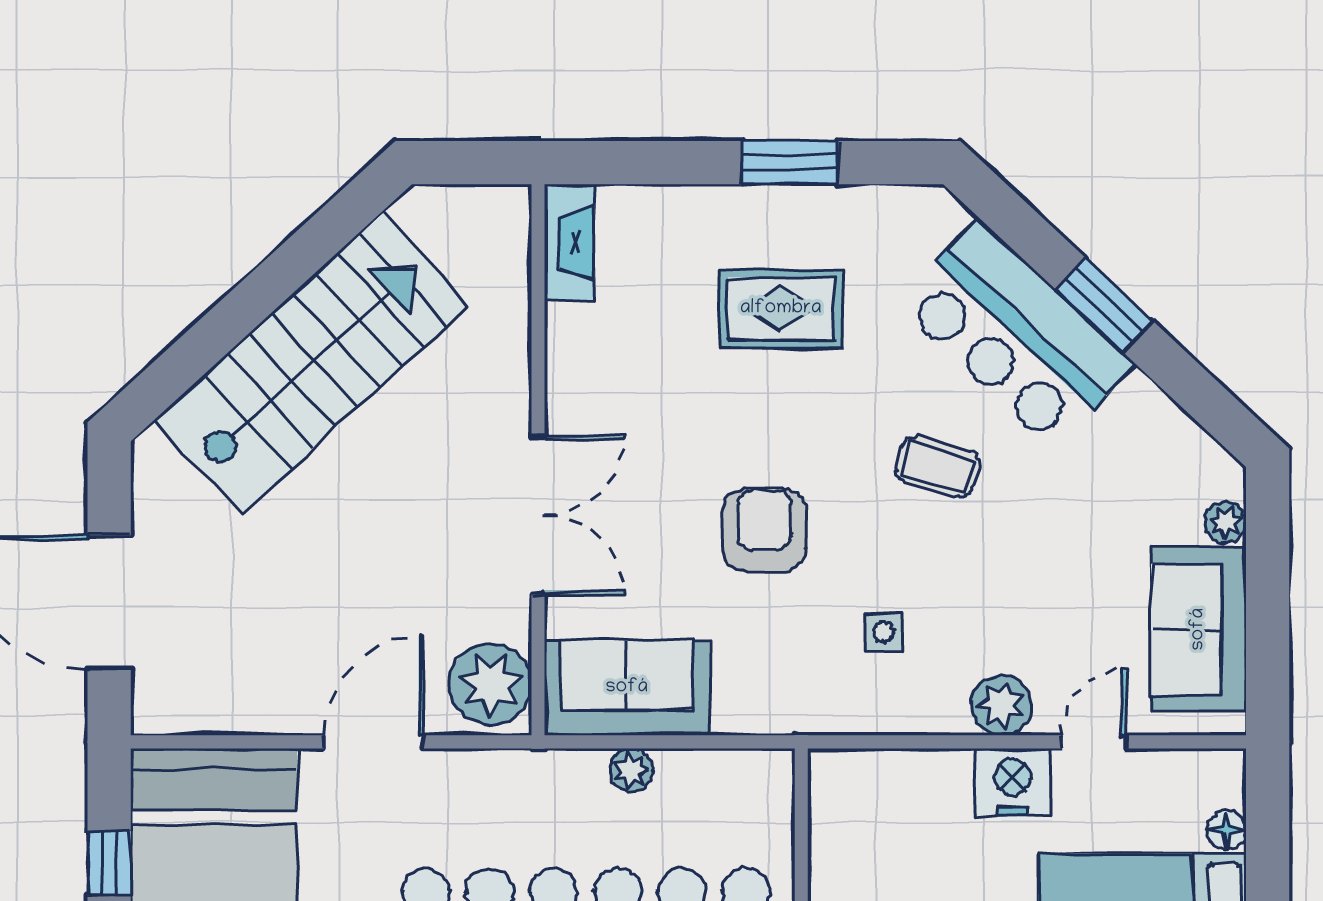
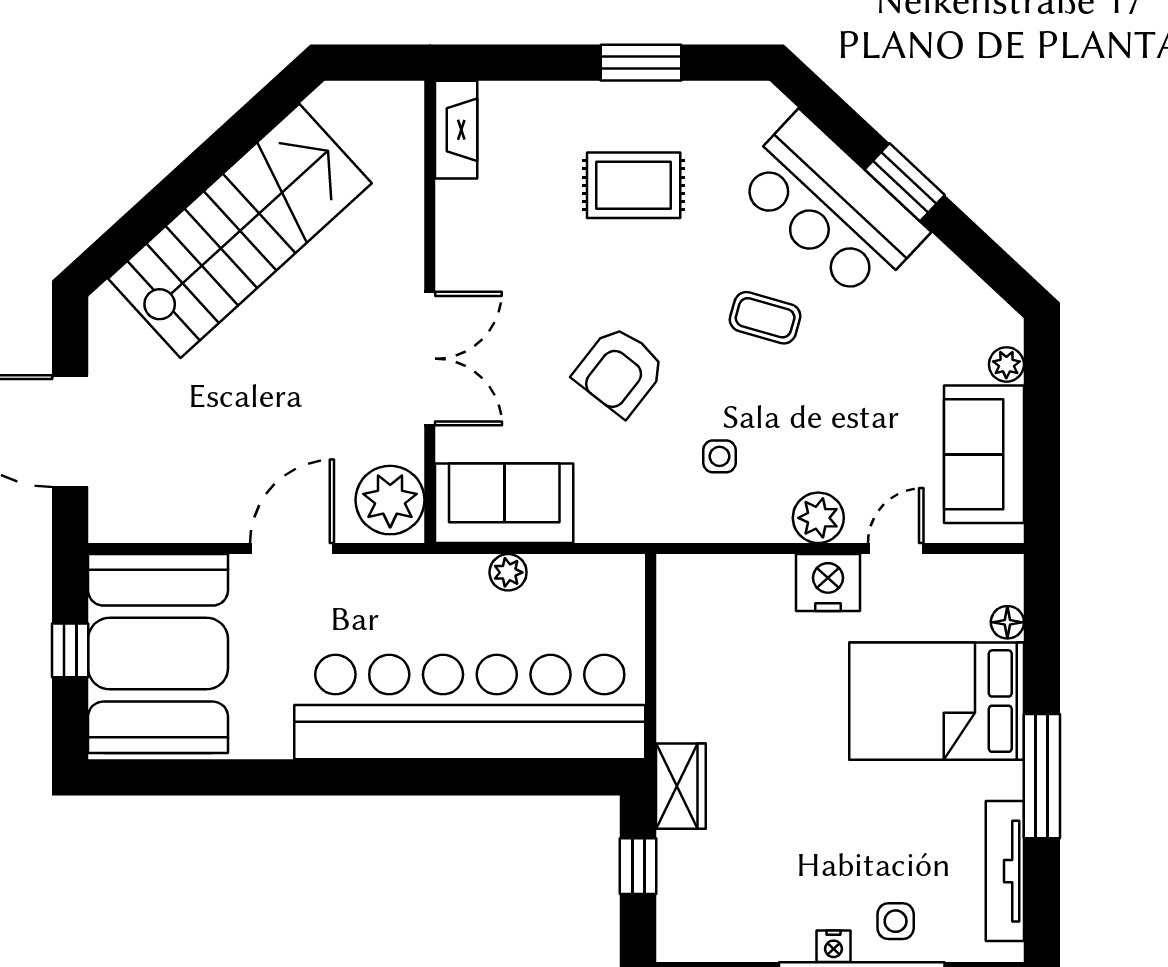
armchair: (764, 530) -> (620, 371), turned -142

